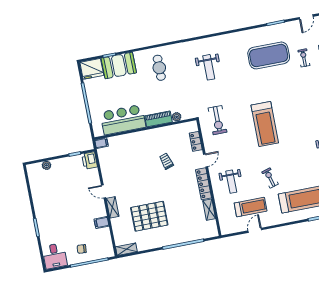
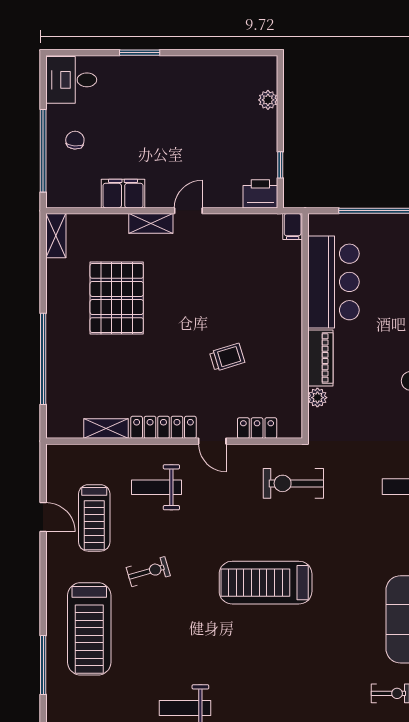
filing cabinet: (102, 223) -> (123, 194), width x2.00

